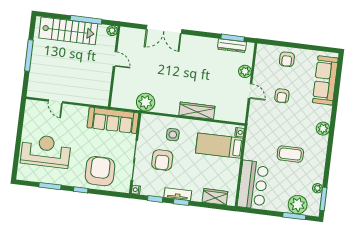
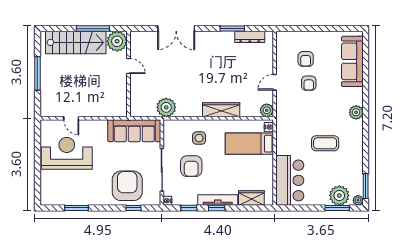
plant: (112, 31) -> (117, 41), width x1.88, depth x1.88
window: (233, 38) -> (232, 29), moved
armchair: (287, 59) -> (306, 59), moved
plant: (245, 71) -> (267, 110), moved
door: (250, 91) -> (275, 82), swing flipped
reception desk: (46, 151) -> (67, 153), moved
plant: (317, 188) -> (358, 200), moved
window: (81, 190) -> (134, 208), moved
tv unit: (178, 194) -> (218, 200), width x1.41

